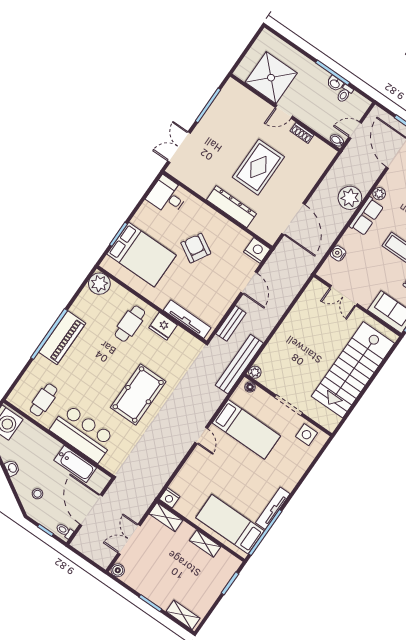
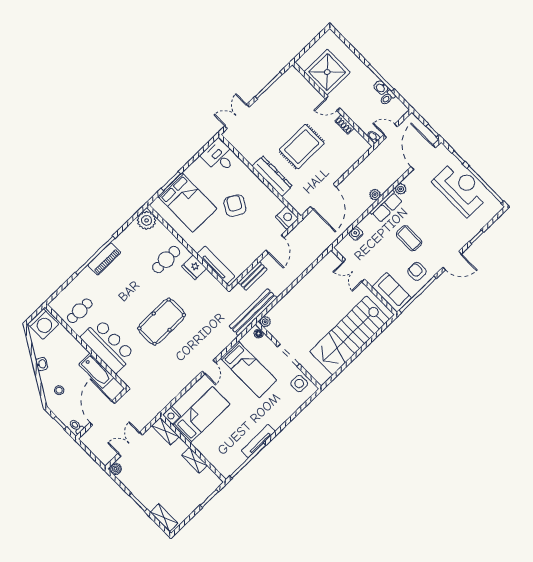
plant: (350, 198) -> (375, 195), width x0.53, depth x0.53
piano: (62, 338) -> (104, 259), width x0.73, depth x0.75
bed: (230, 524) -> (201, 415), moved, turned 90

